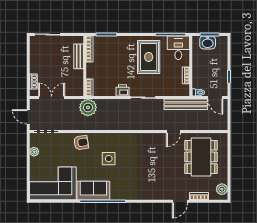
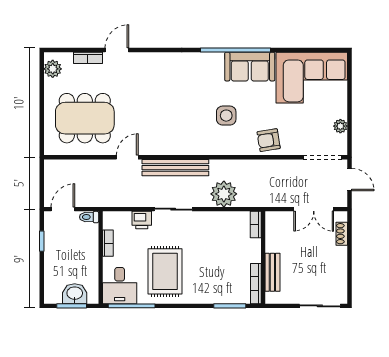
printer: (122, 90) -> (142, 220), moved
door: (215, 98) -> (63, 209), hinge flipped
bench: (186, 104) -> (175, 168), moved
plant: (88, 107) -> (224, 194), moved
dining table: (201, 157) -> (85, 118), turned 90

